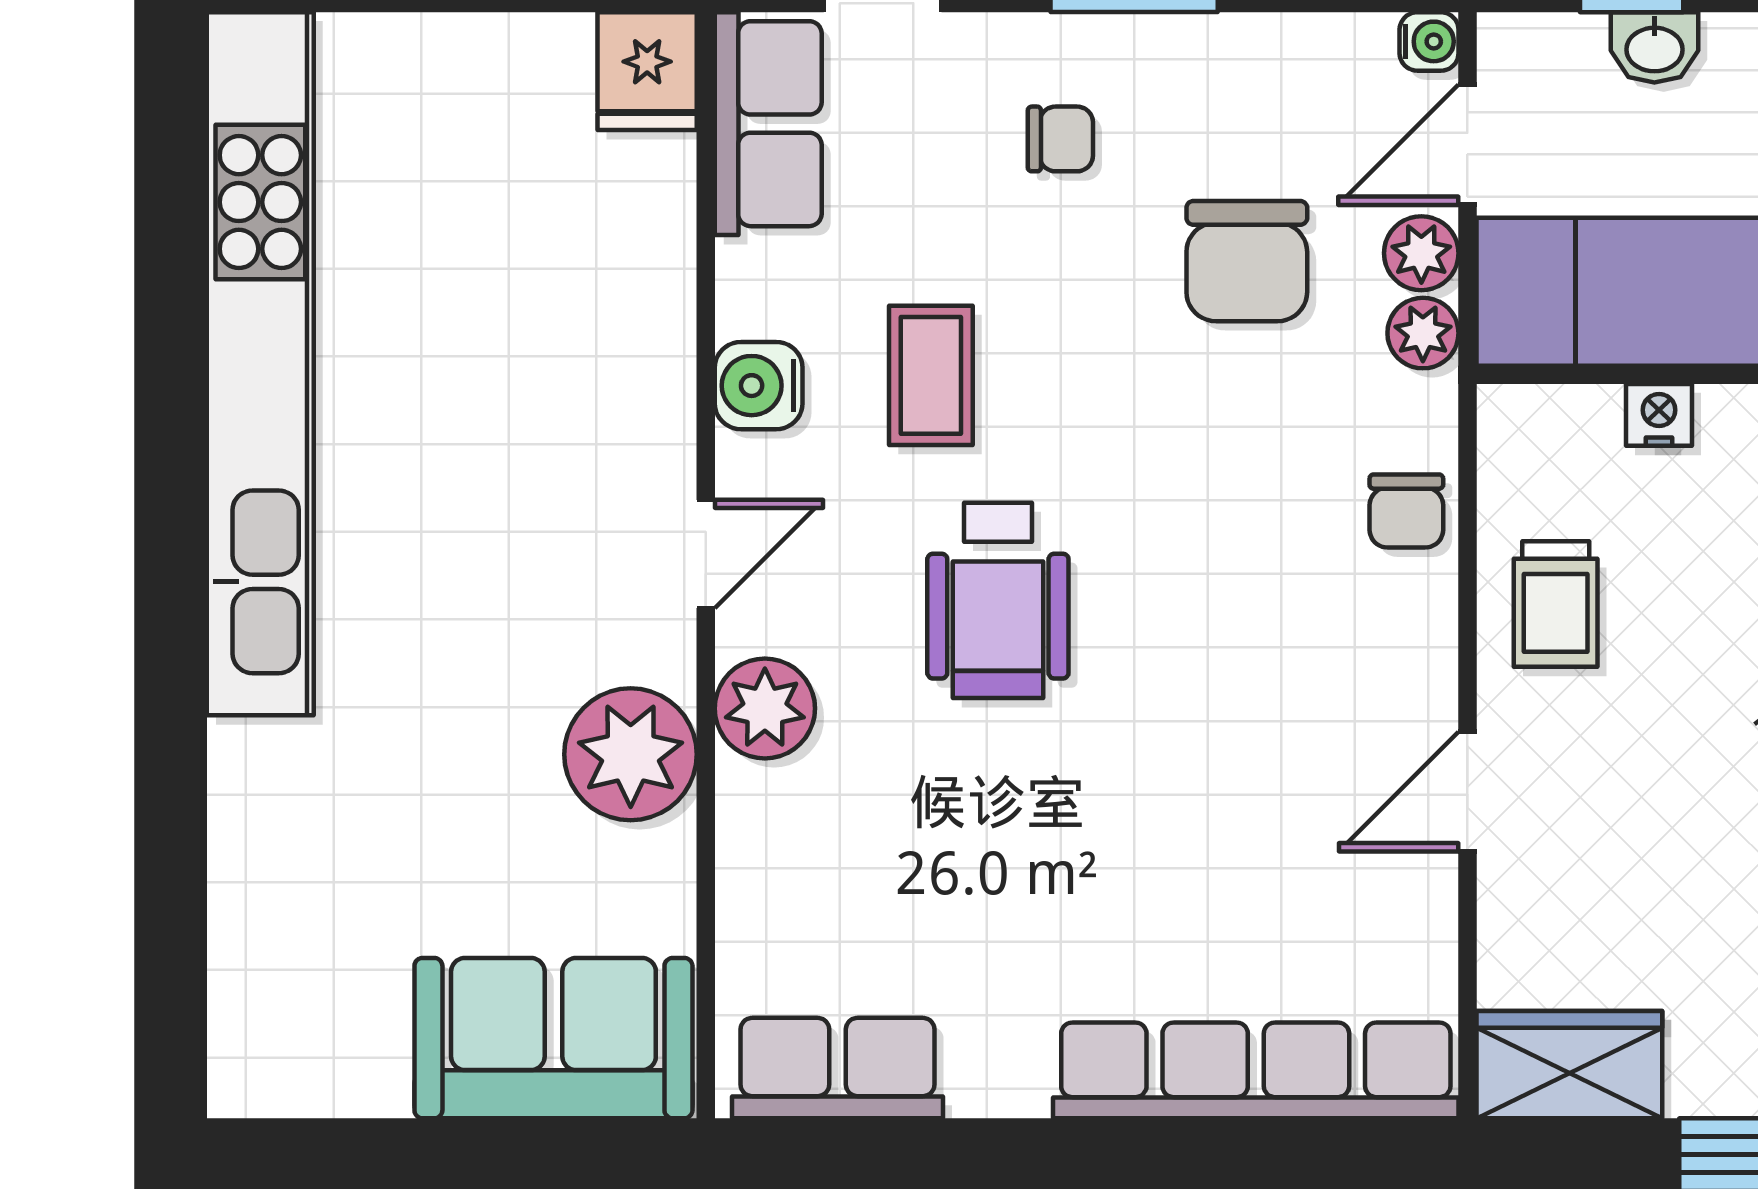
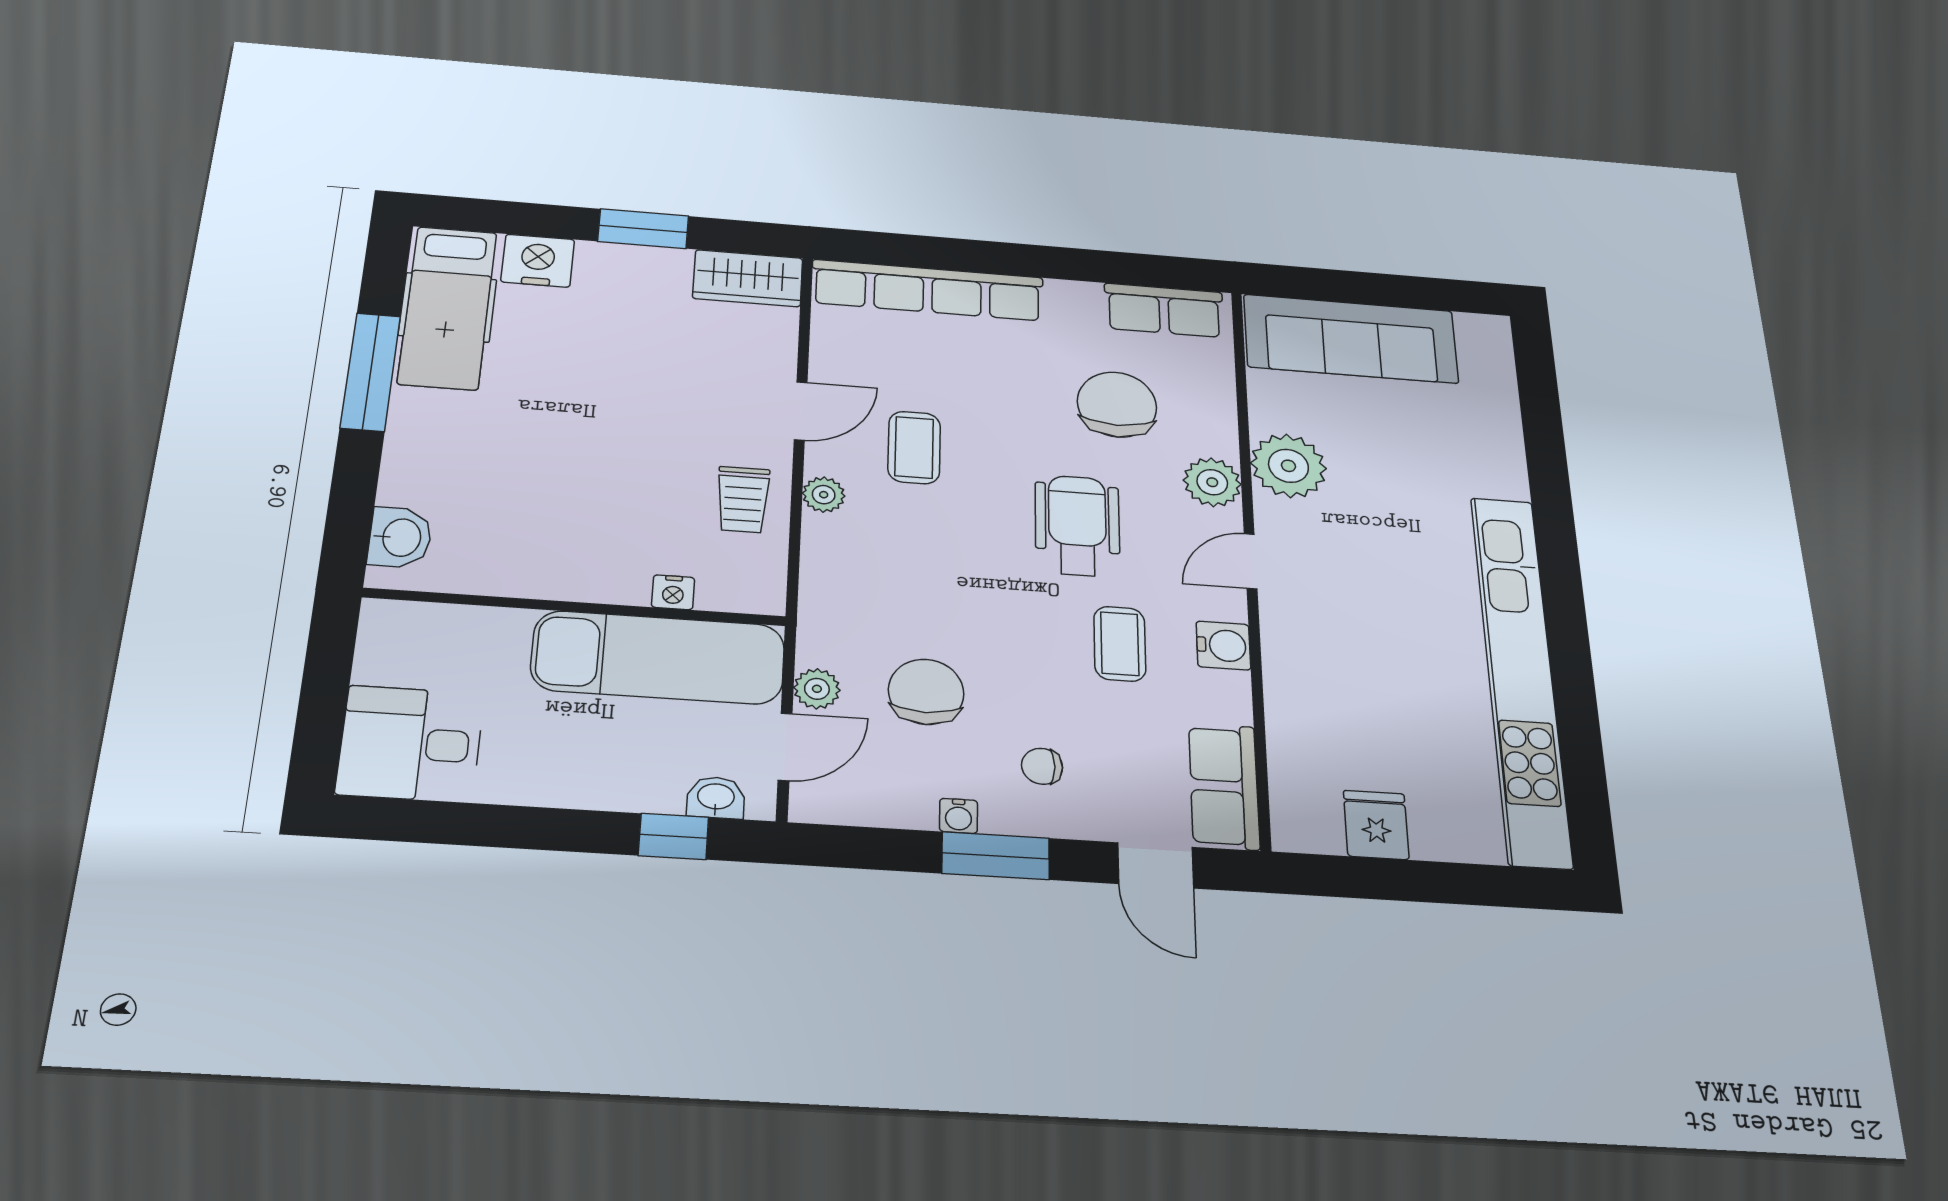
water cooler: (1429, 41) -> (959, 816), moved, turned -90
washbasin: (1654, 47) -> (716, 798), moved
fridge: (647, 71) -> (1376, 825), moved
plant: (1423, 333) -> (824, 495), moved
chair: (1406, 511) -> (1117, 404), moved, width x1.87, depth x1.87
trolley: (1556, 604) -> (743, 500), turned 180
coffee table: (1274, 734) -> (914, 447), added
sofa: (553, 1038) -> (1351, 339), width x1.36

